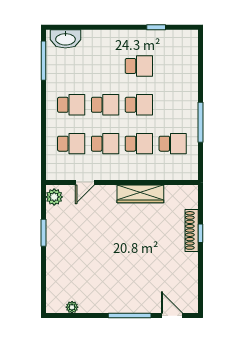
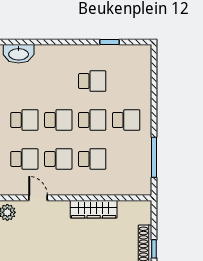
window: (200, 122) -> (154, 157), moved
school desk: (173, 144) -> (126, 120), moved
door: (85, 182) -> (38, 198), swing flipped

